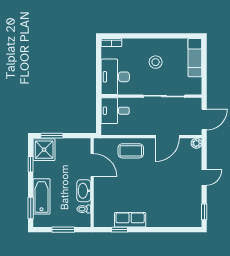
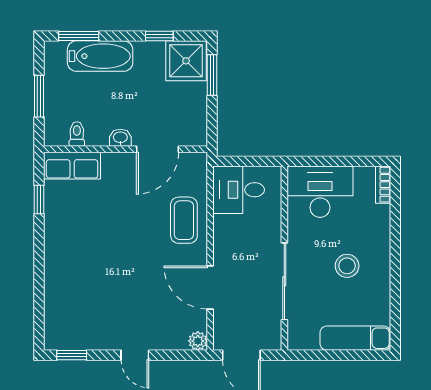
desk: (115, 111) -> (239, 190), moved, turned -90
washbasin: (84, 191) -> (120, 138), width x0.52, depth x0.69
row of seats: (130, 220) -> (72, 166), moved, turned 90

